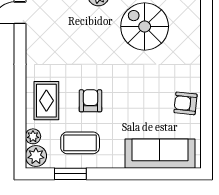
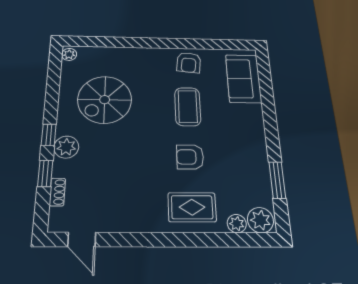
coffee table: (80, 143) -> (188, 107), moved
sofa: (160, 154) -> (243, 79), width x0.73

